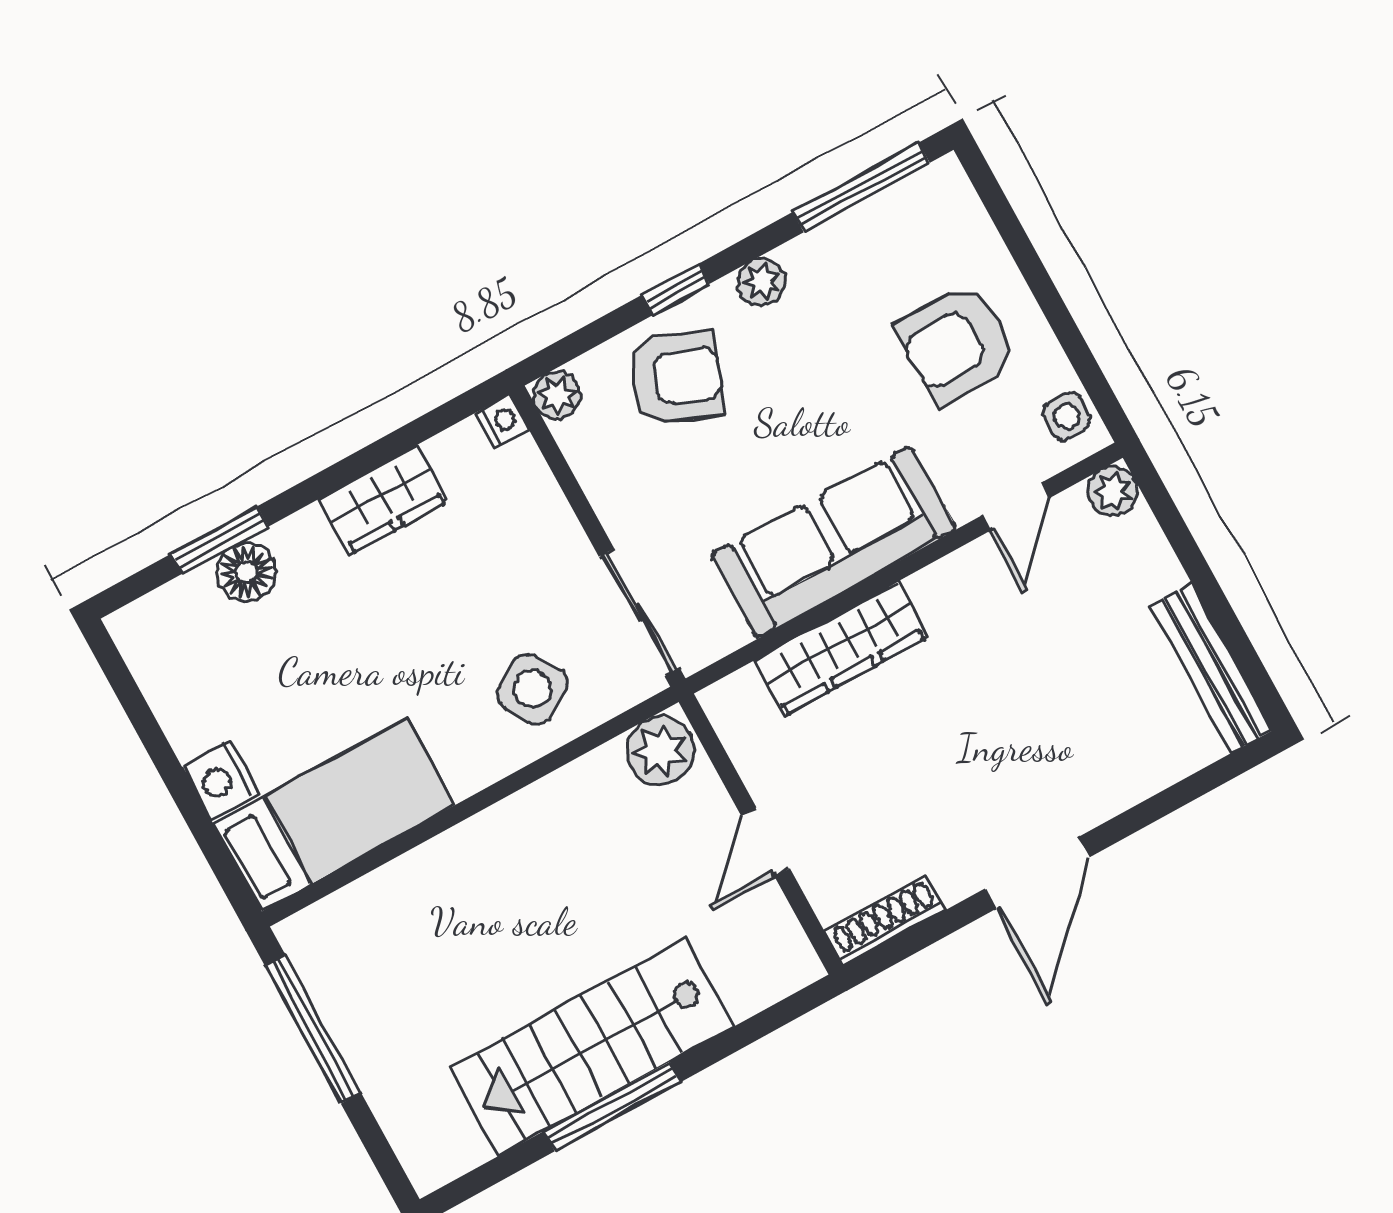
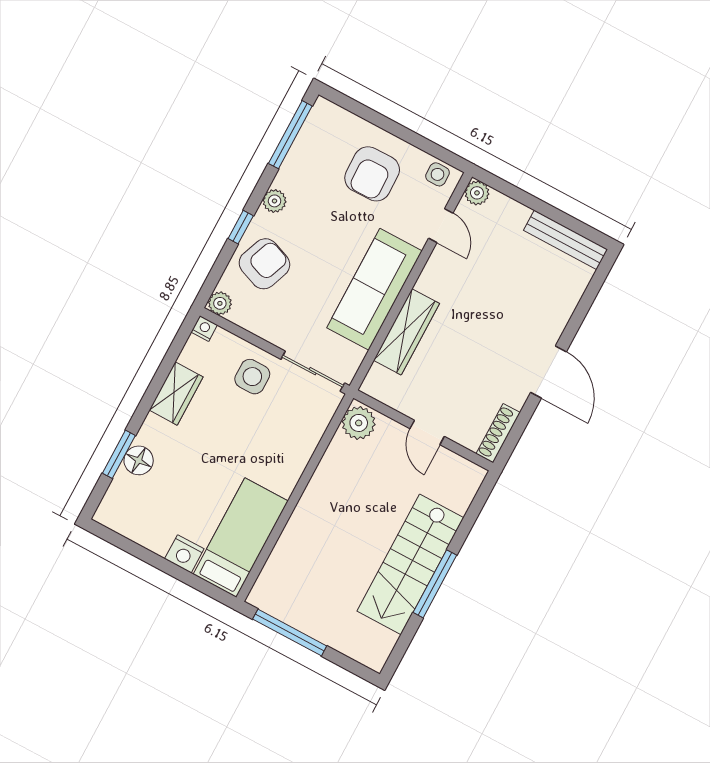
side table: (532, 689) -> (252, 377), moved, turned 31

